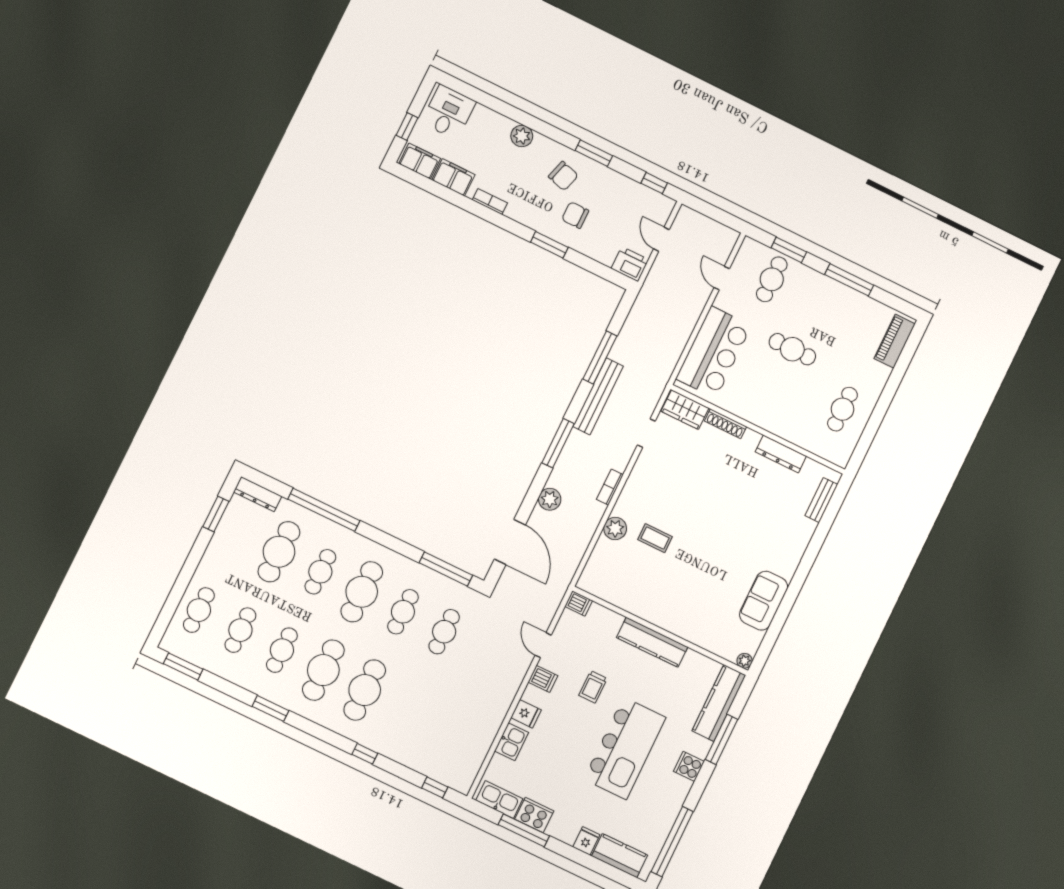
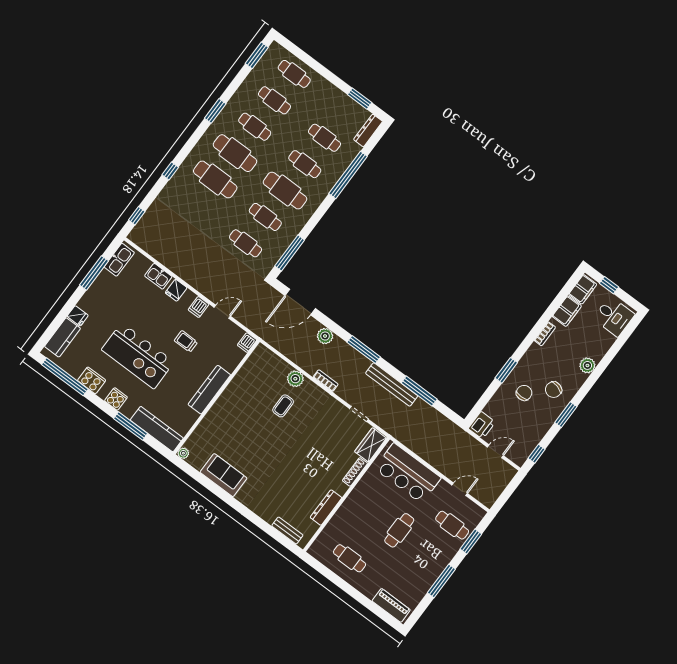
cafe table: (279, 552) -> (325, 138), width x0.73, depth x0.74
cooker: (534, 815) -> (92, 380), moved, turned -90

